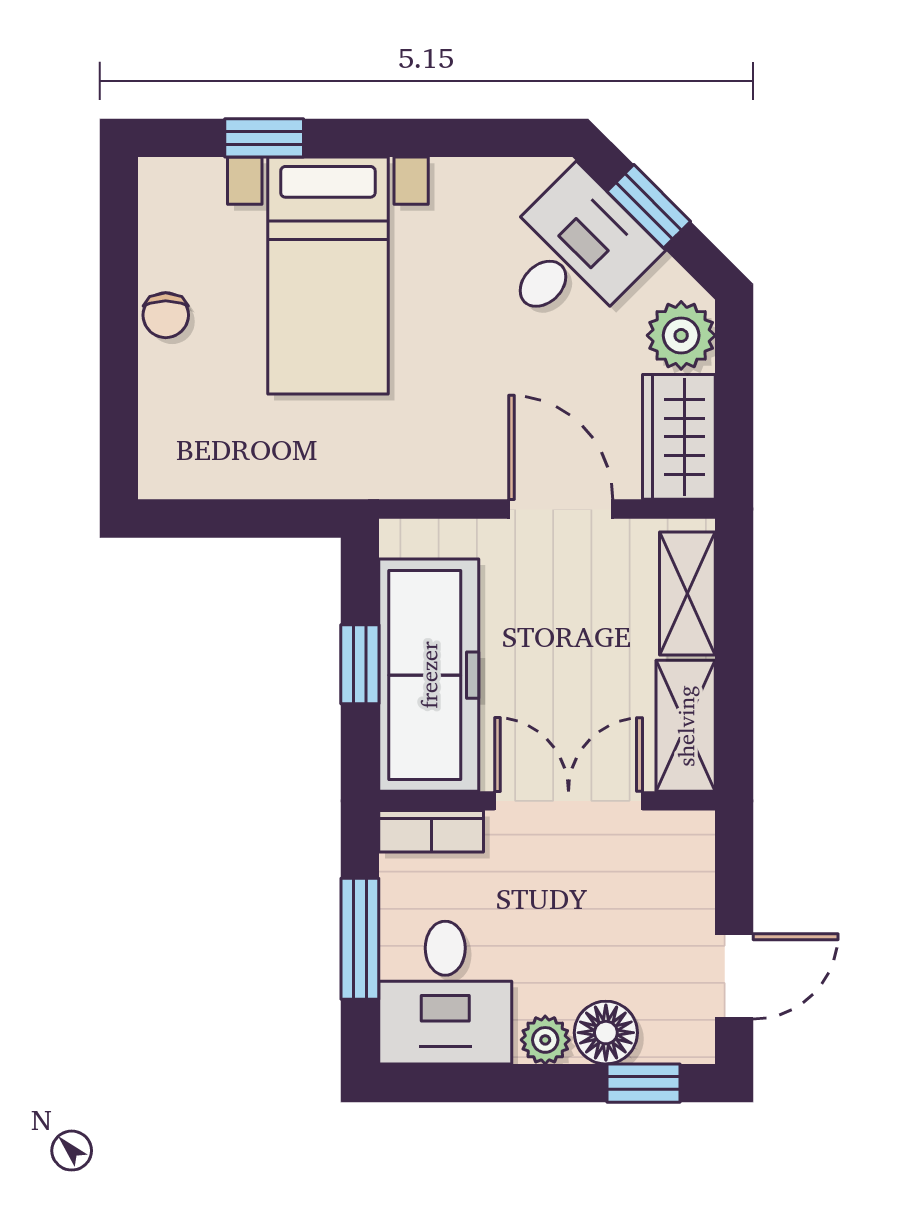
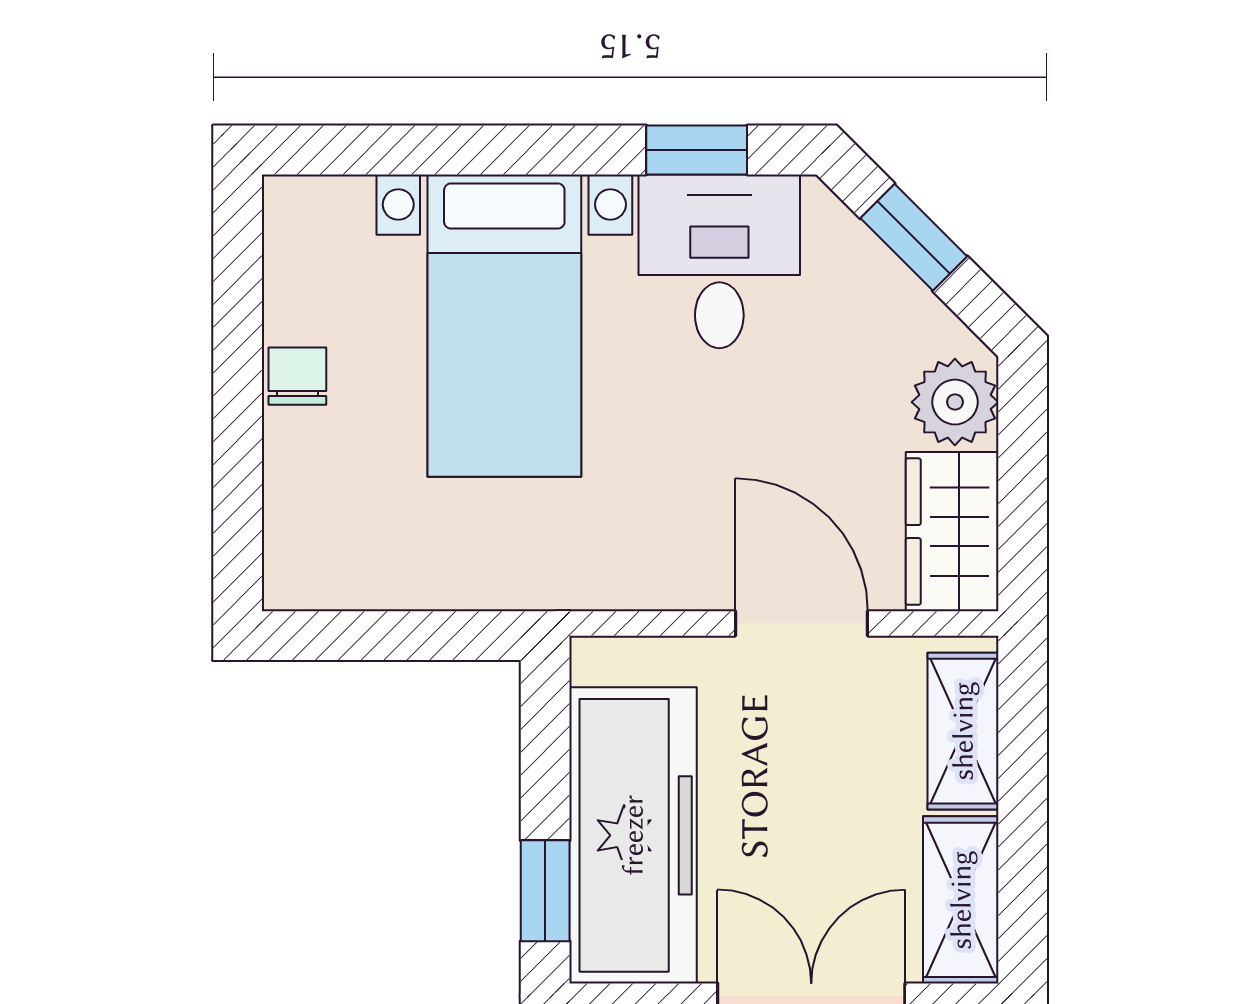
window: (264, 138) -> (697, 150), moved
desk: (573, 254) -> (719, 261), moved, turned -45
chair: (166, 315) -> (297, 376), turned 180
window: (360, 664) -> (545, 891), moved

